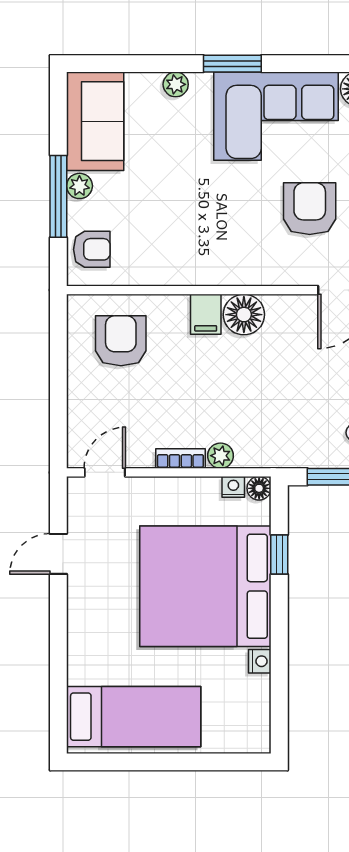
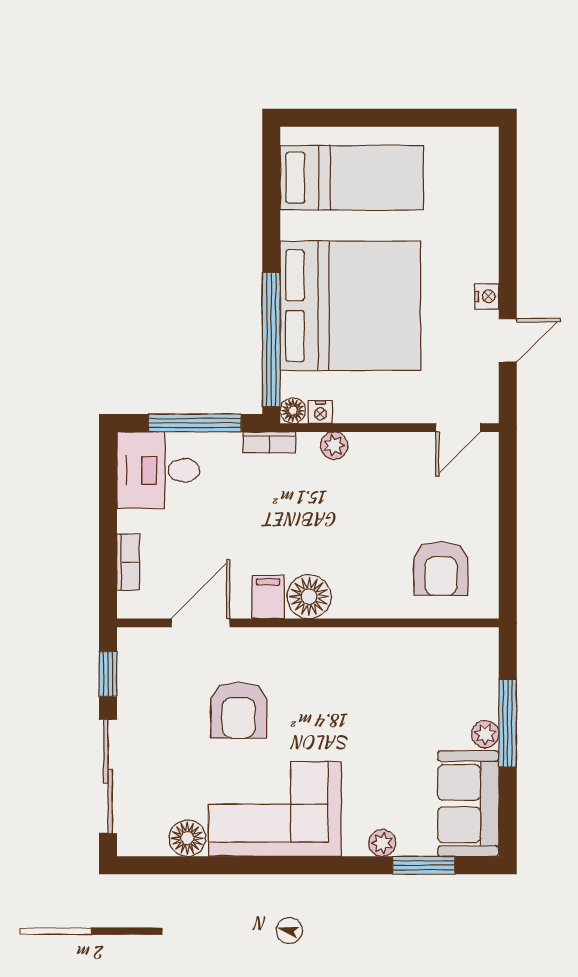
window: (232, 64) -> (424, 865), moved
armchair: (92, 249) -> (472, 666), removed
filing cabinet: (206, 314) -> (268, 597), moved
bookcase: (180, 459) -> (269, 442), moved
window: (279, 554) -> (271, 340), width x3.17
nightstand: (260, 661) -> (487, 296), moved, turned 180
bed: (134, 717) -> (352, 178), moved, turned 180

